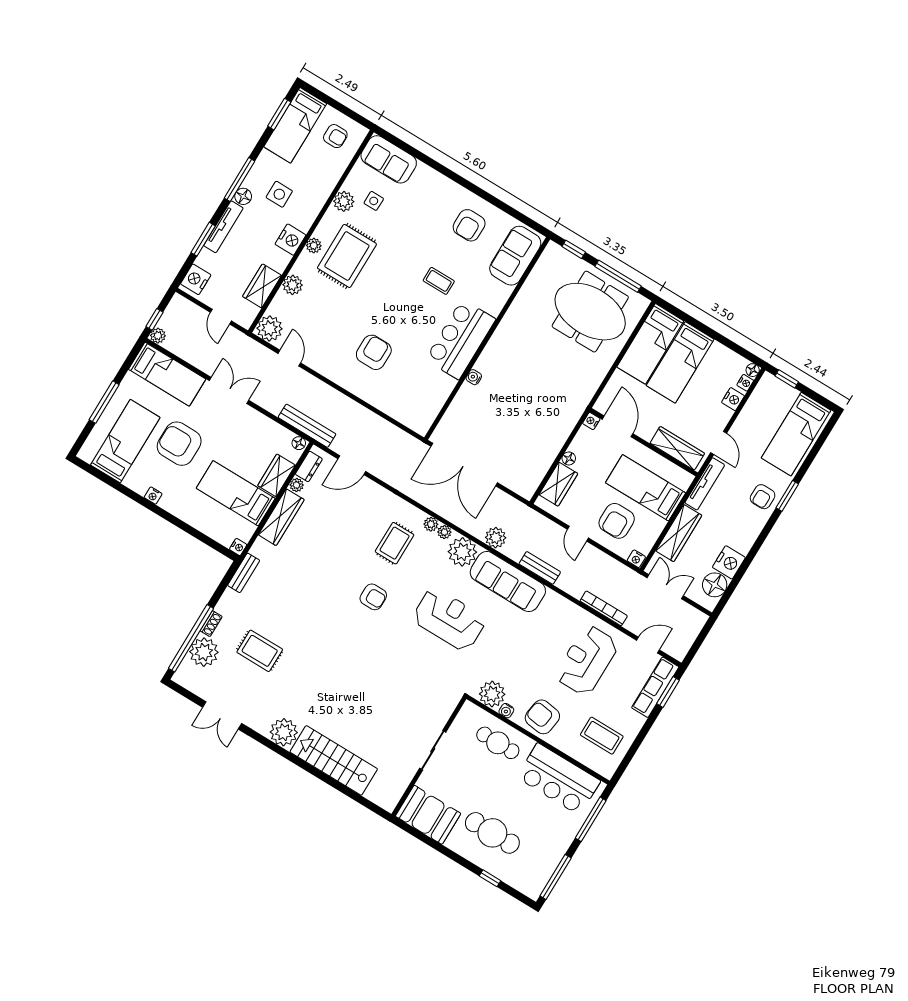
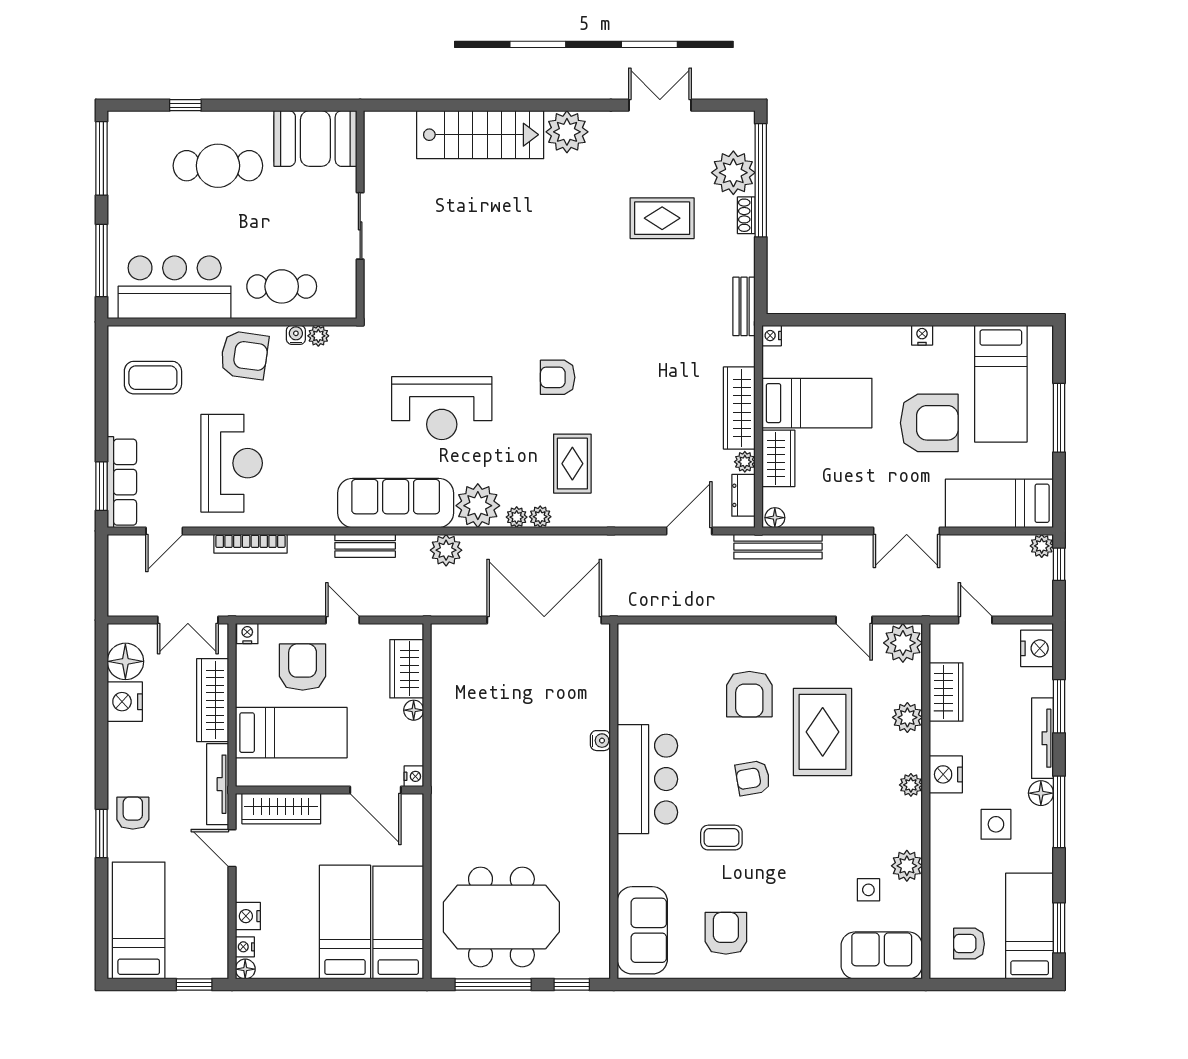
rug: (347, 256) -> (823, 732), moved
armchair: (401, 304) -> (753, 778), added
plant: (492, 694) -> (318, 336), width x0.53, depth x0.53

